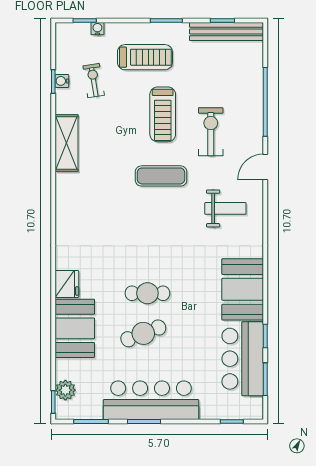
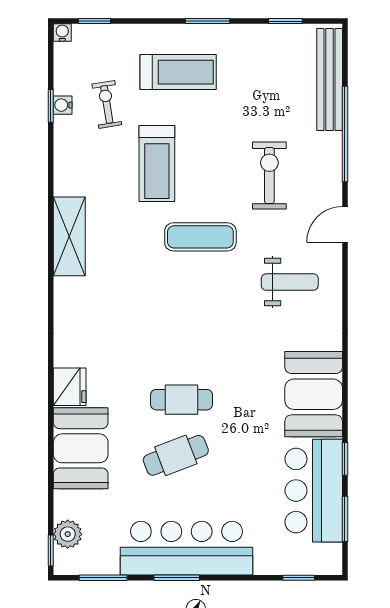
water cooler: (97, 29) -> (62, 32), moved
bench: (226, 31) -> (330, 79), moved, turned 90
treadmill: (163, 114) -> (157, 163), moved
shelving: (67, 143) -> (69, 236), moved

